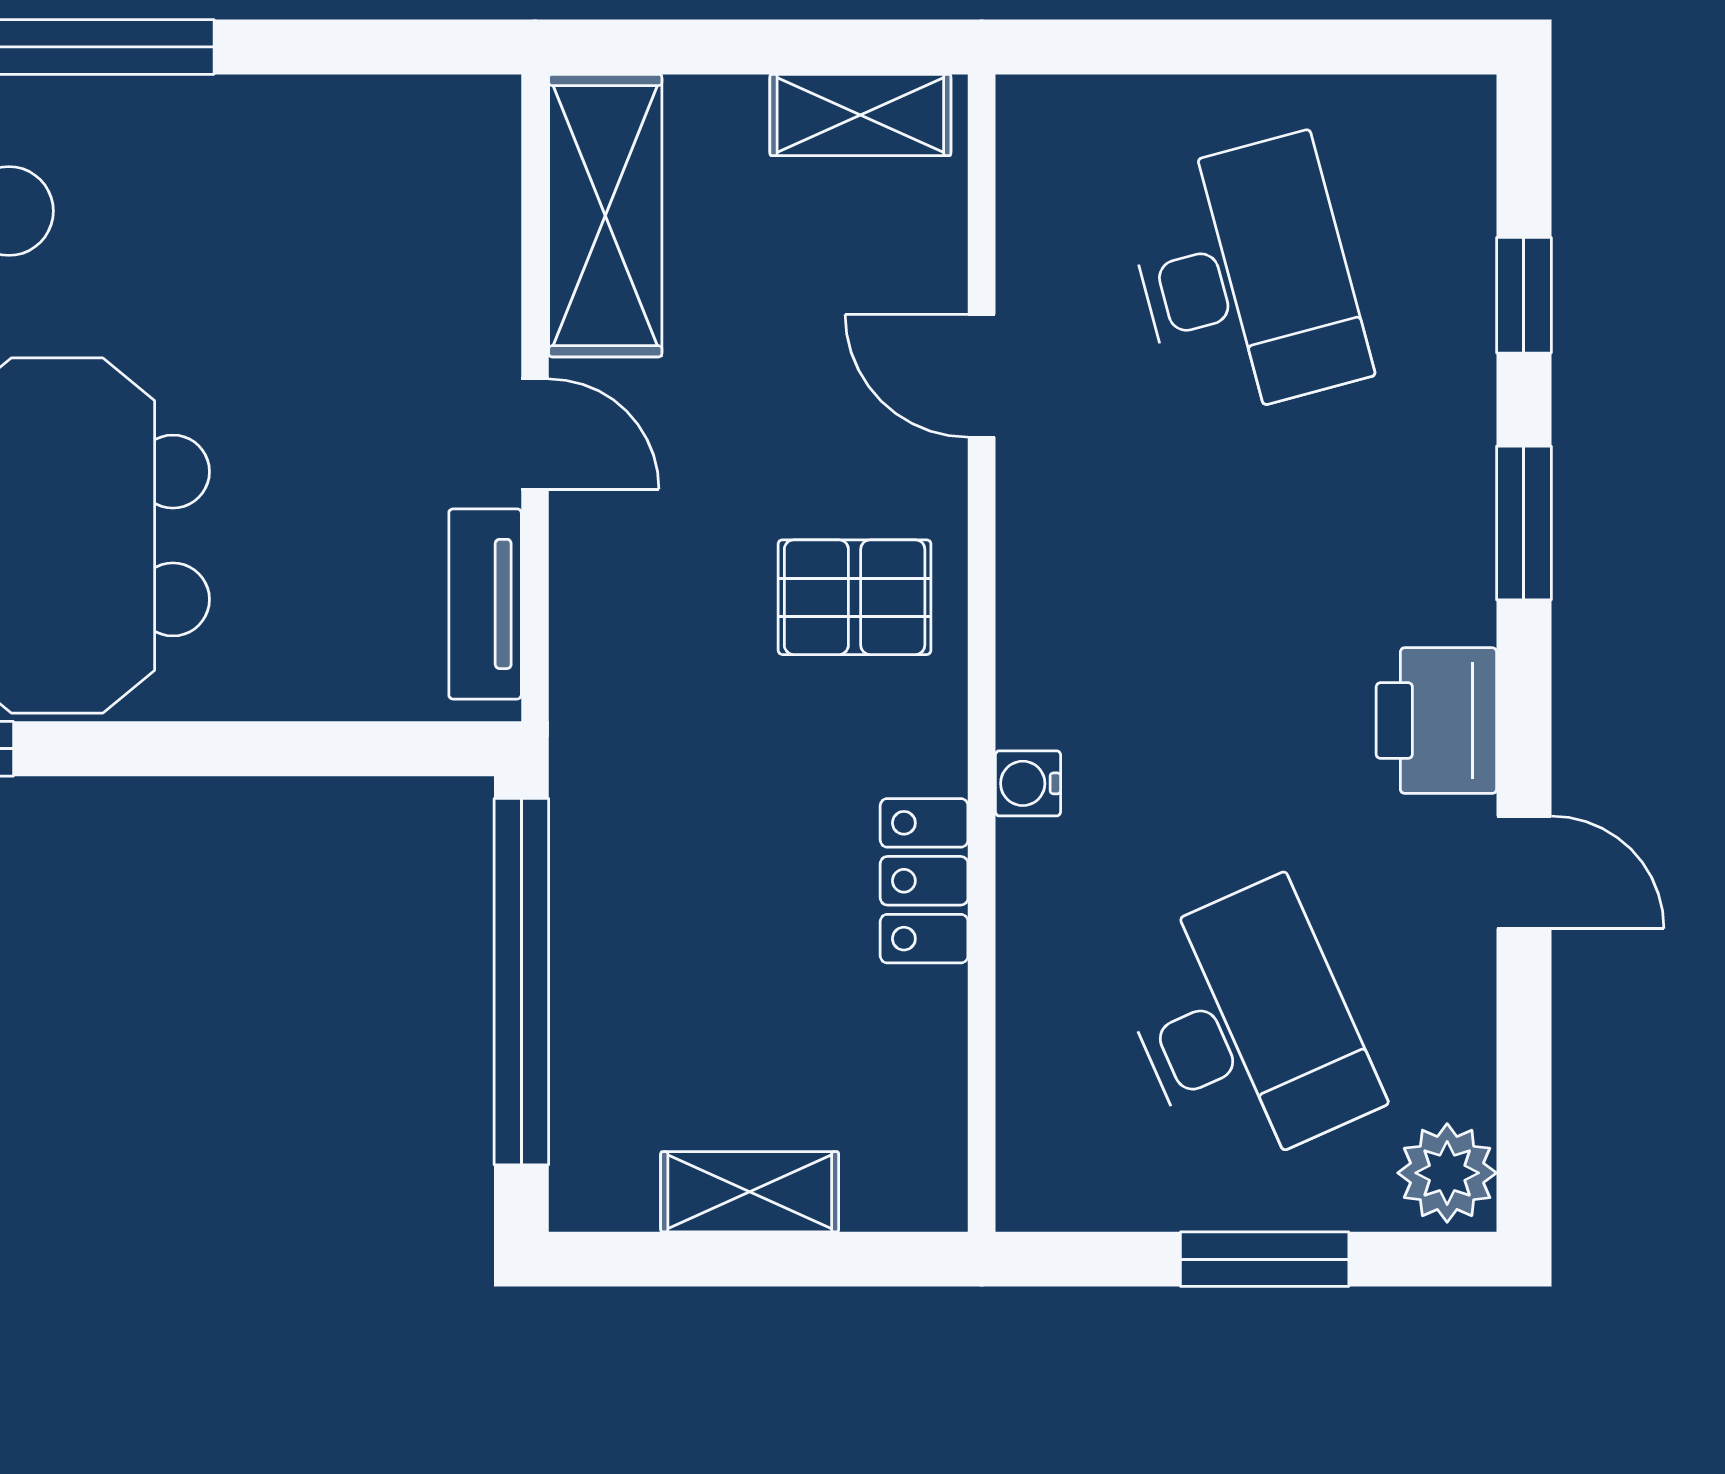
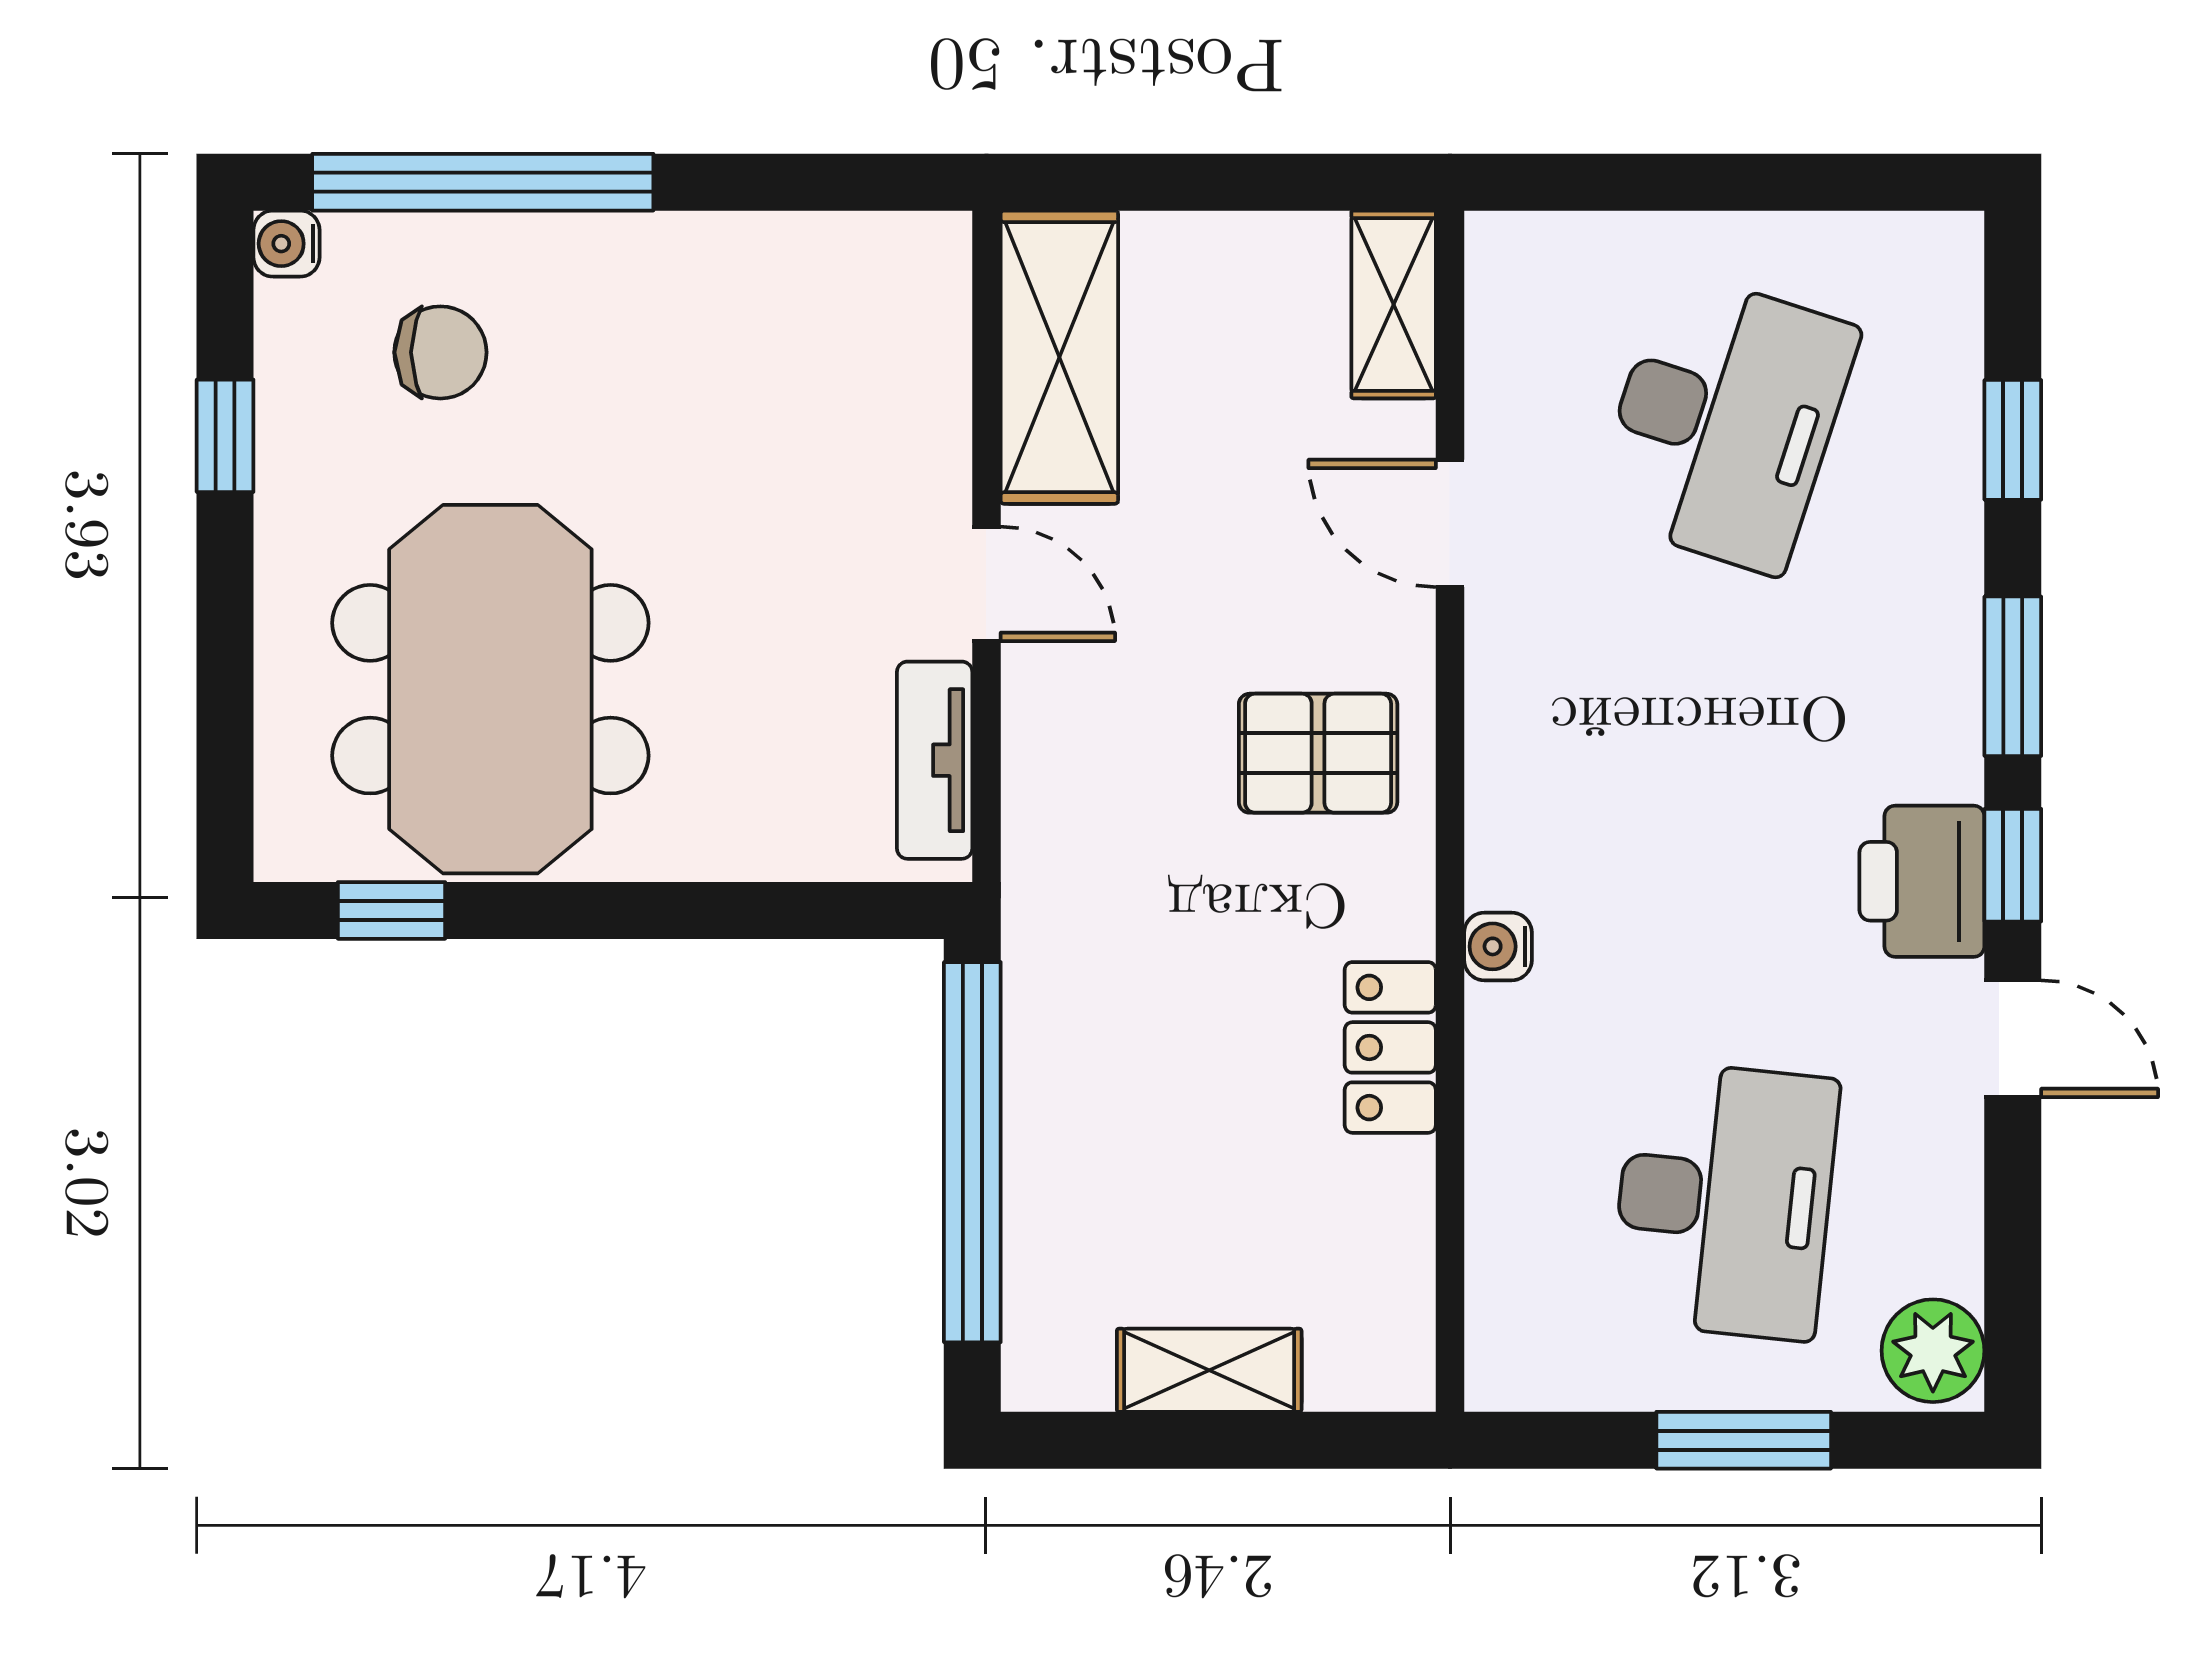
shelving: (860, 115) -> (1394, 304), moved, turned 90
desk: (1246, 278) -> (1724, 422), turned 33
window: (1524, 705) -> (2013, 865), added
desk: (1246, 1028) -> (1724, 1200), turned 30

